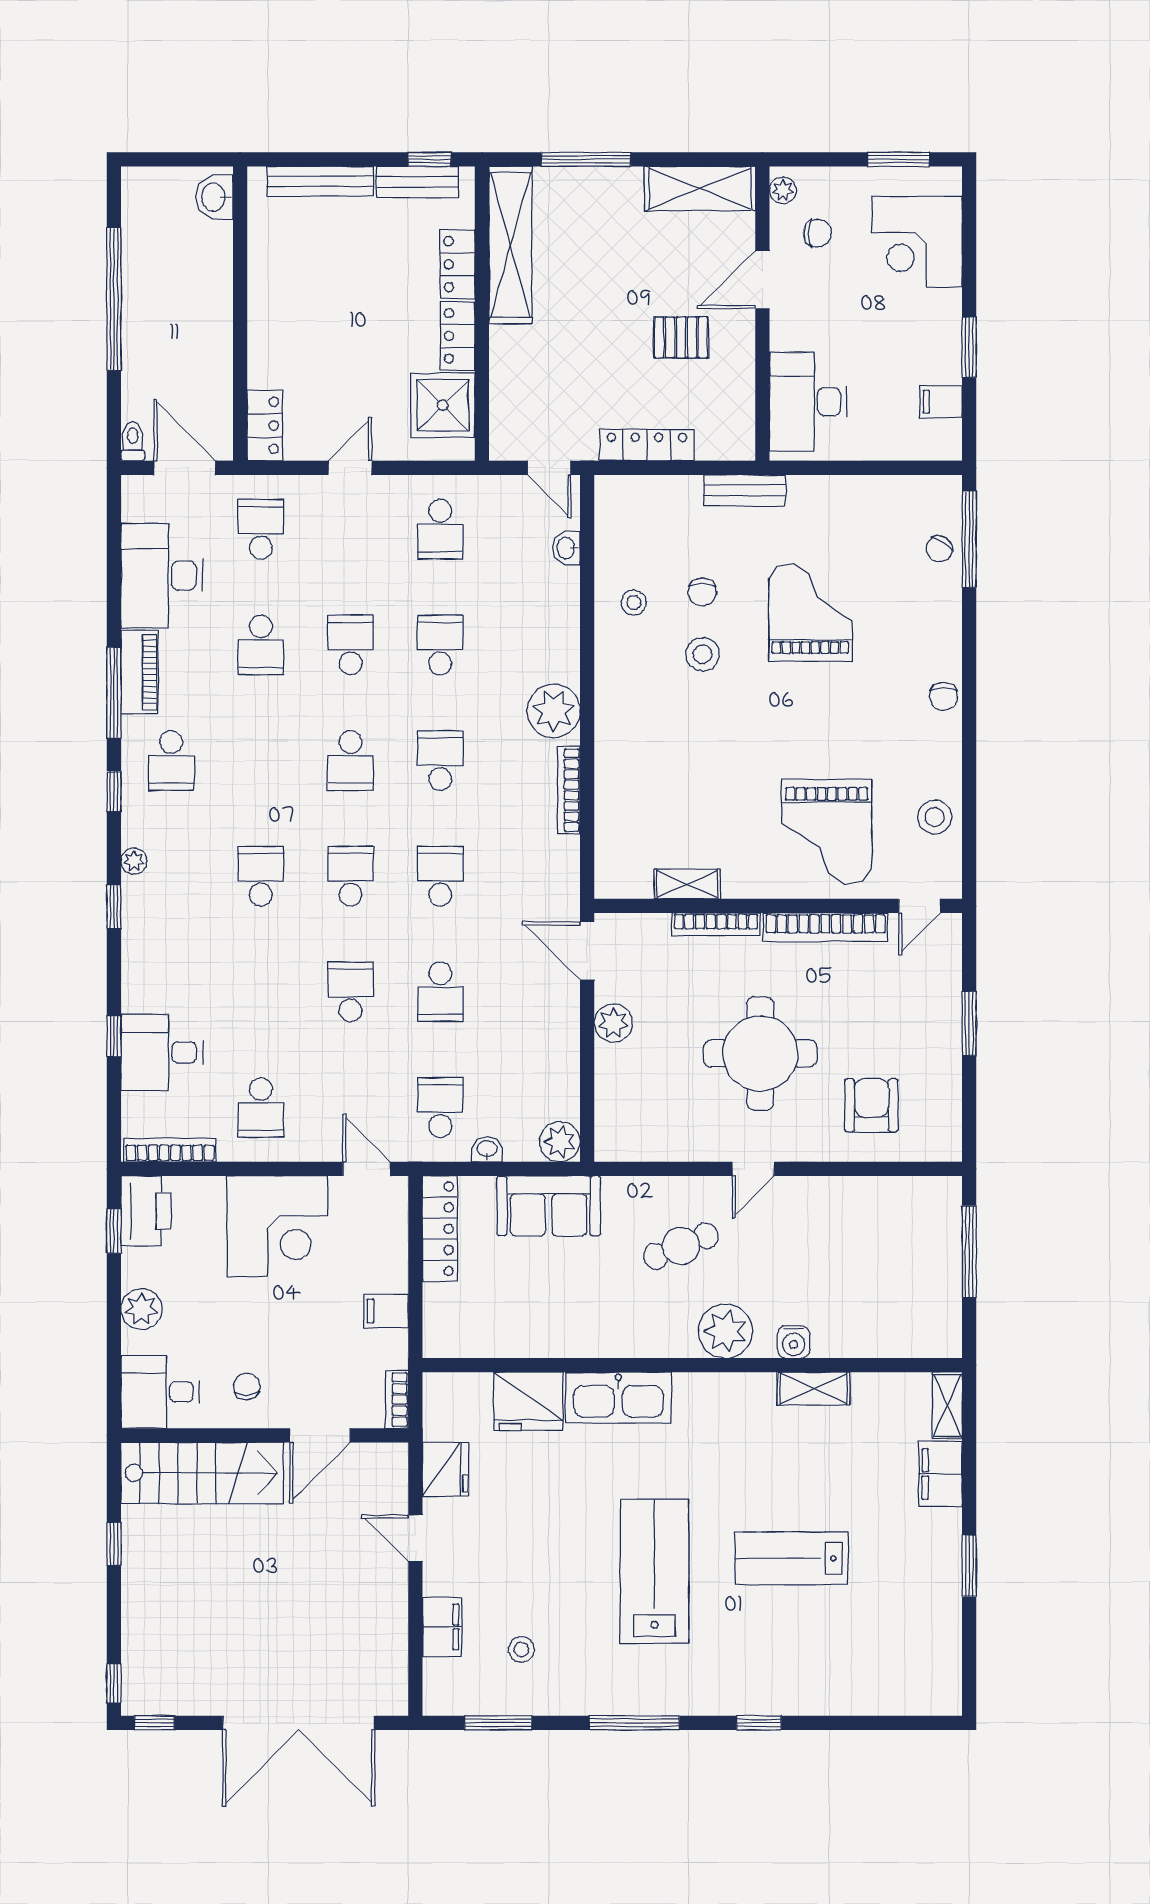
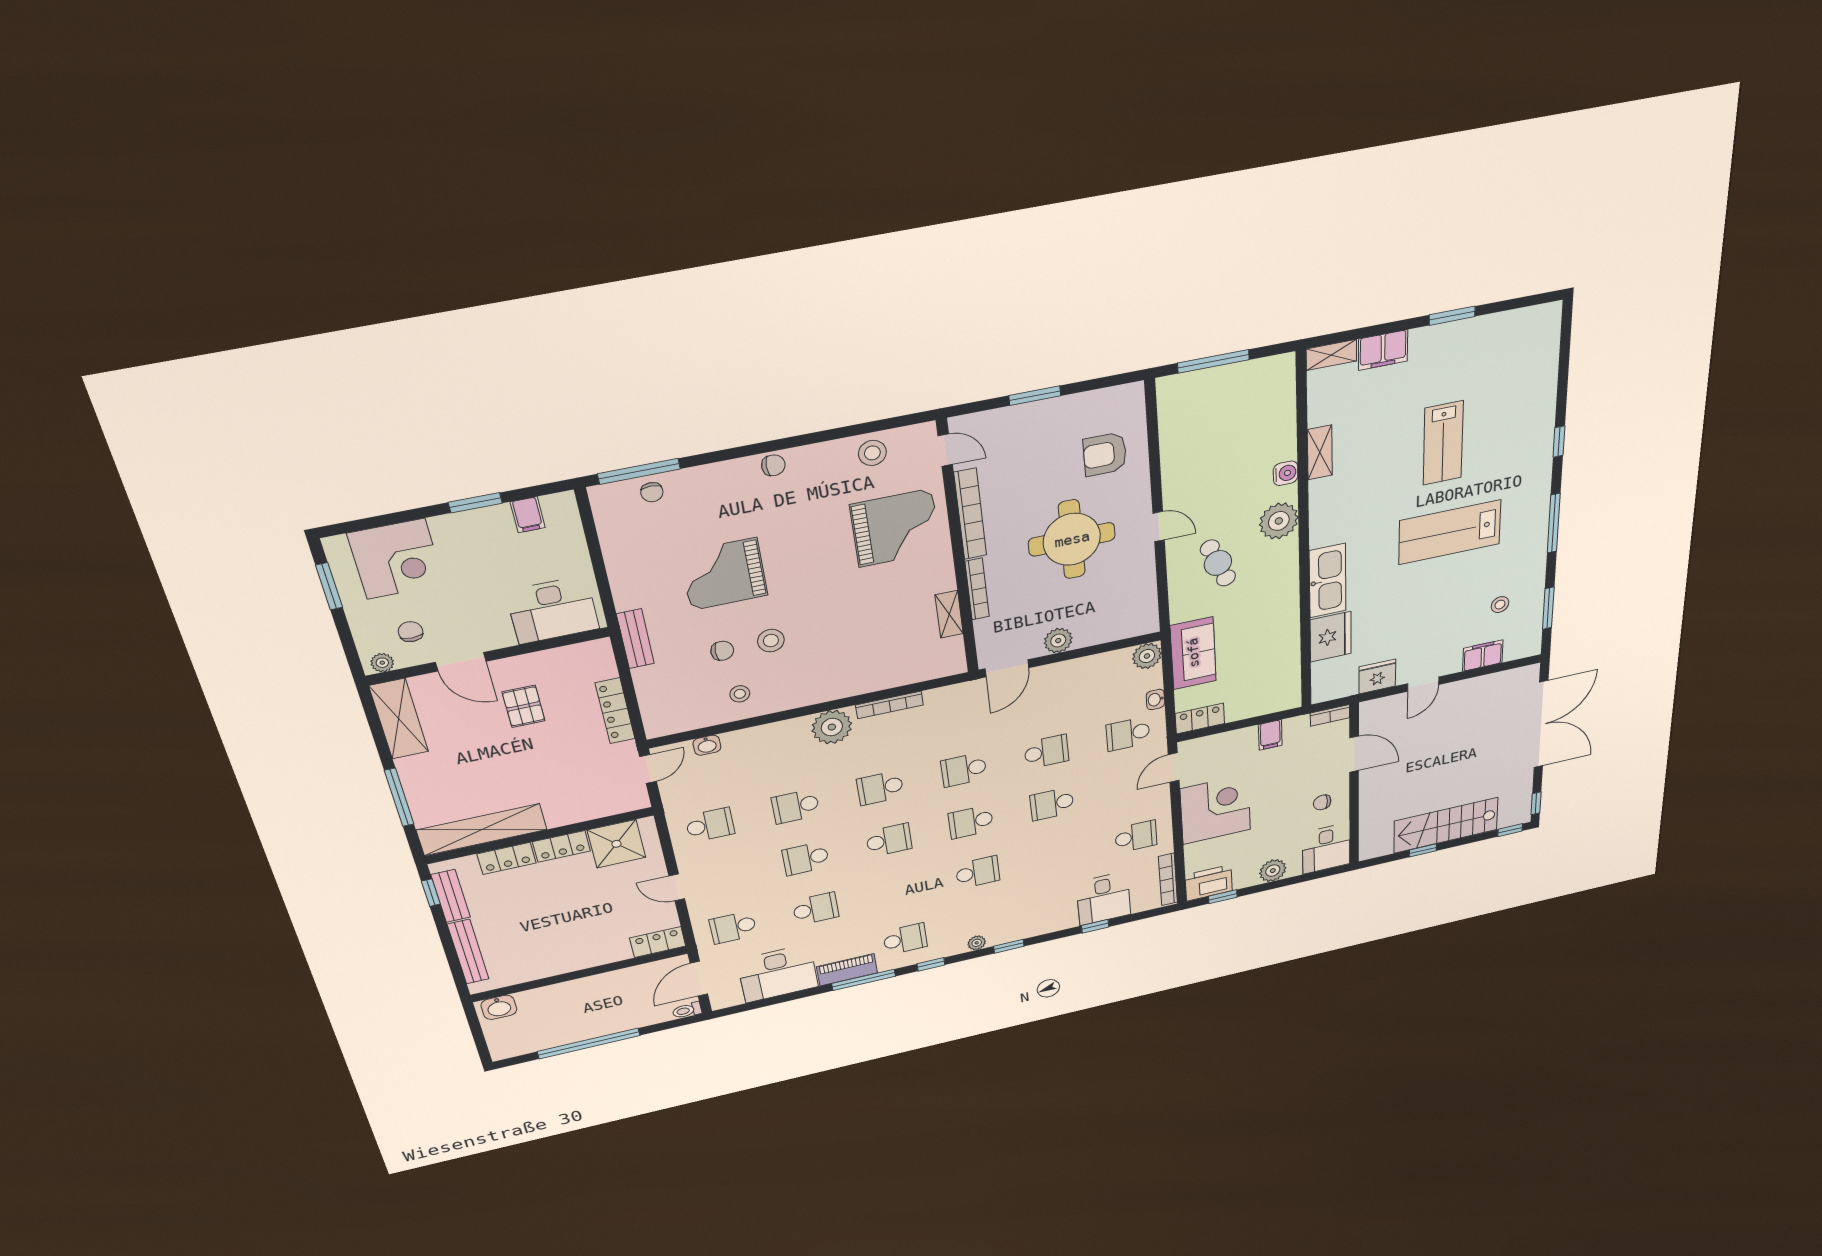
chair: (939, 549) -> (652, 492), turned 57
school desk: (261, 876) -> (978, 872), turned 180
locker: (440, 1229) -> (1200, 718), width x0.66
stairs: (202, 1473) -> (1446, 825), moved, turned -90

